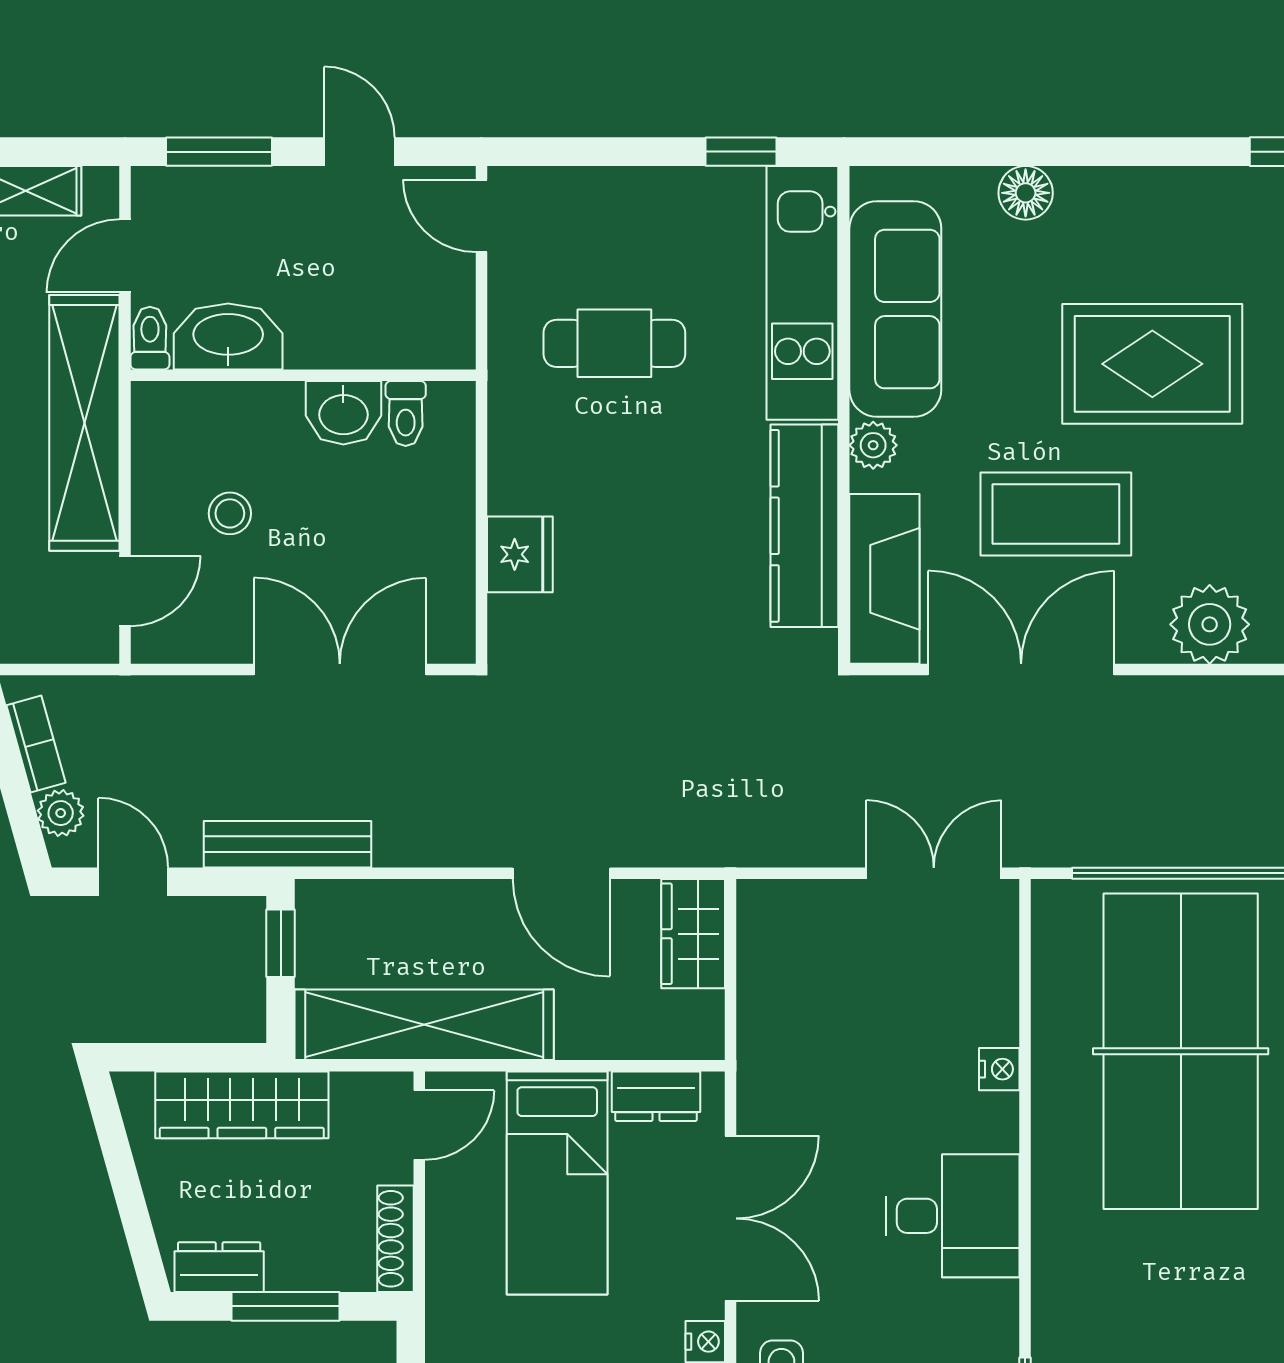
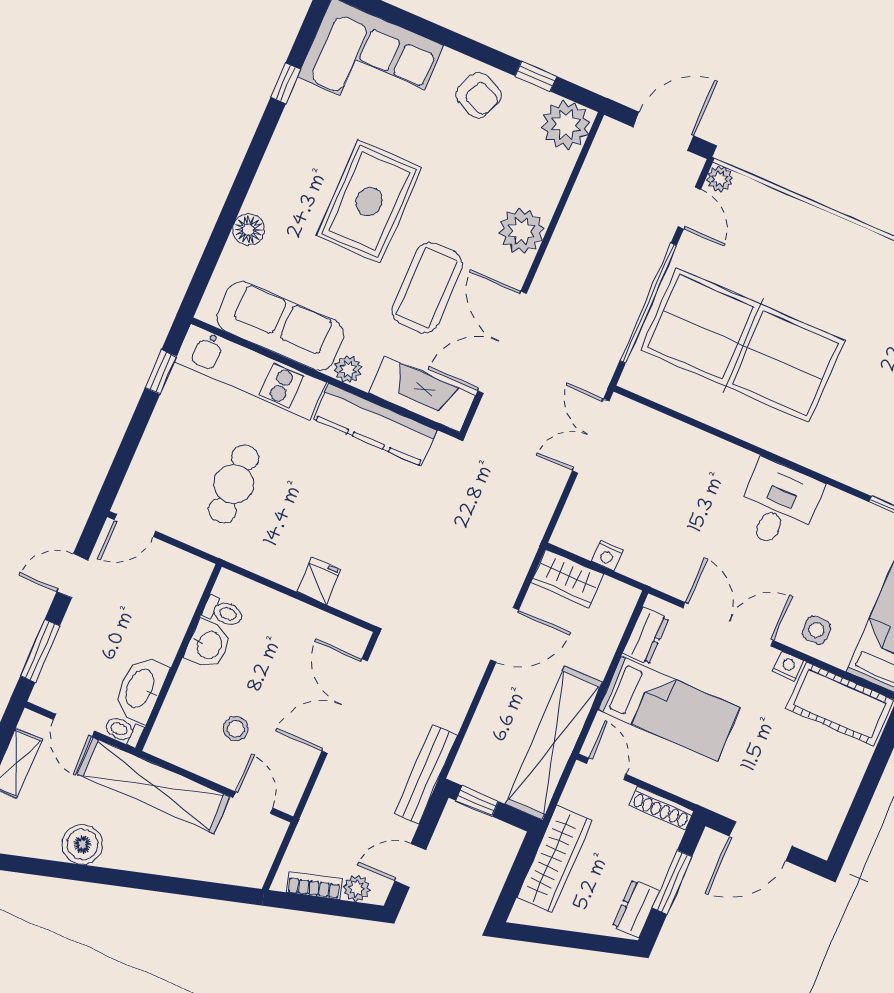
fridge: (520, 554) -> (319, 581), width x0.72
nightstand: (999, 1069) -> (607, 556), moved, turned 180

